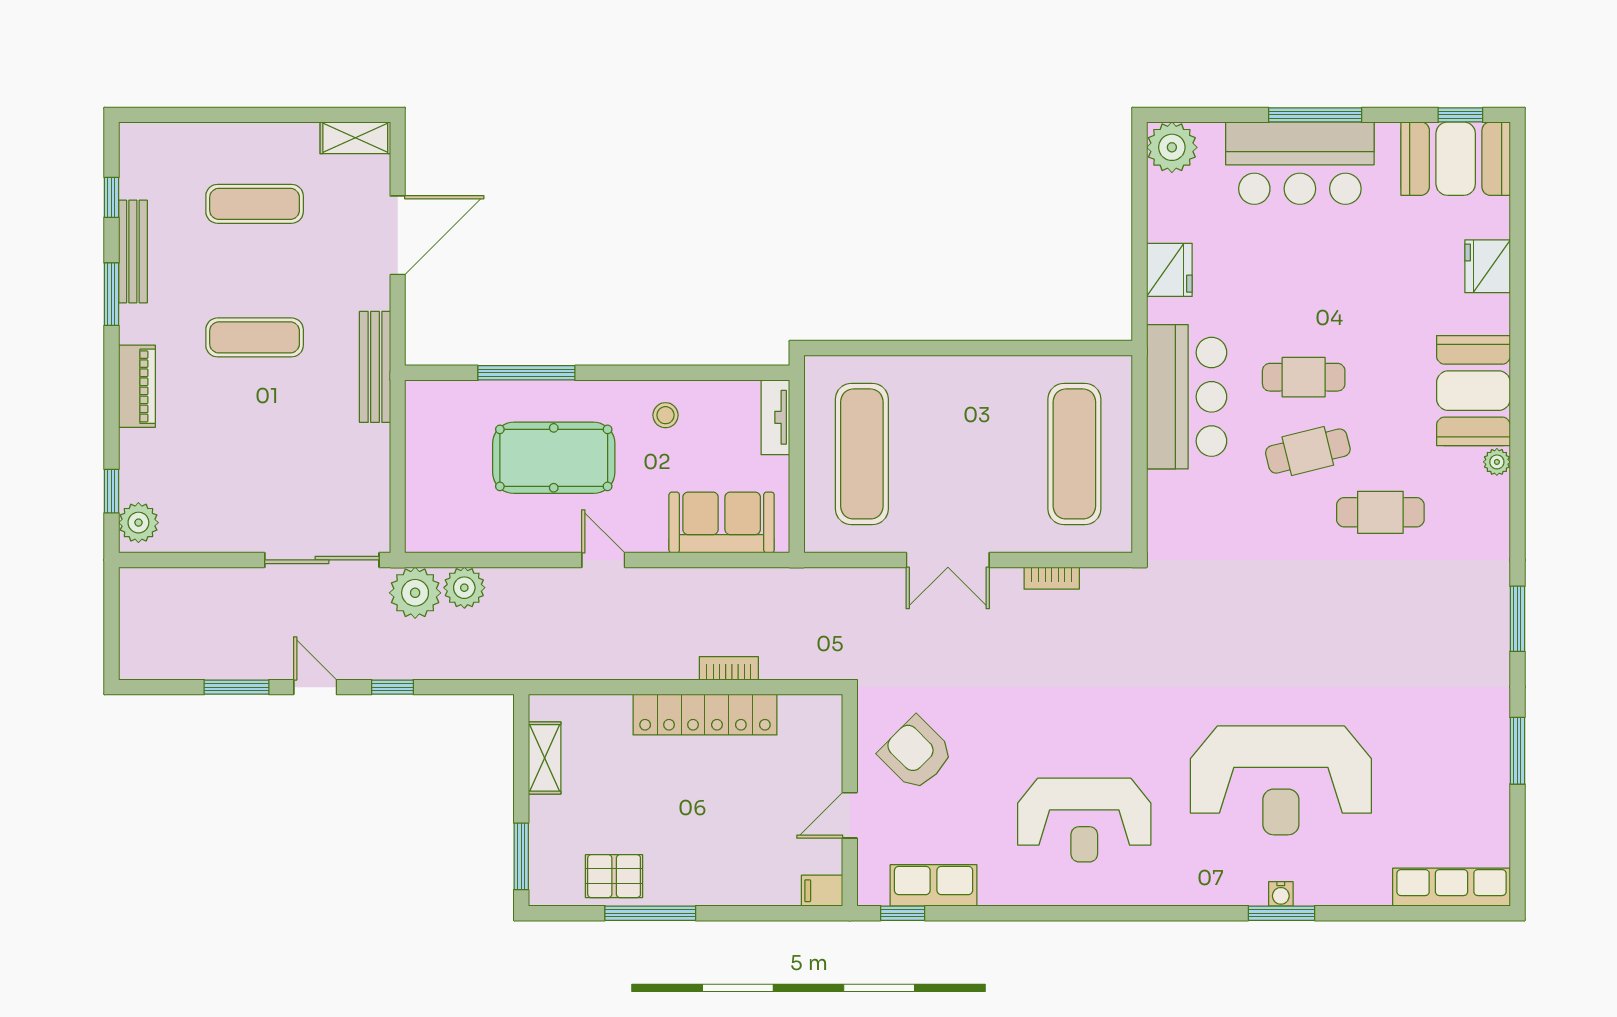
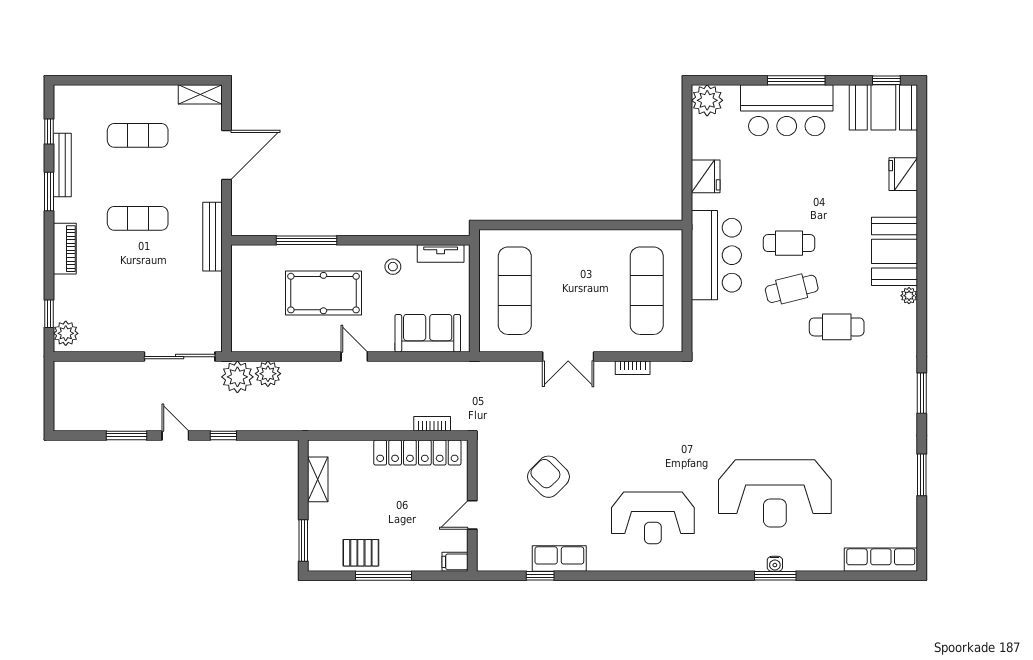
tv unit: (775, 417) -> (441, 254), moved, turned -90
wall: (850, 800) -> (472, 506), moved
door: (850, 815) -> (472, 515), moved
filing cabinet: (822, 891) -> (455, 562), moved

